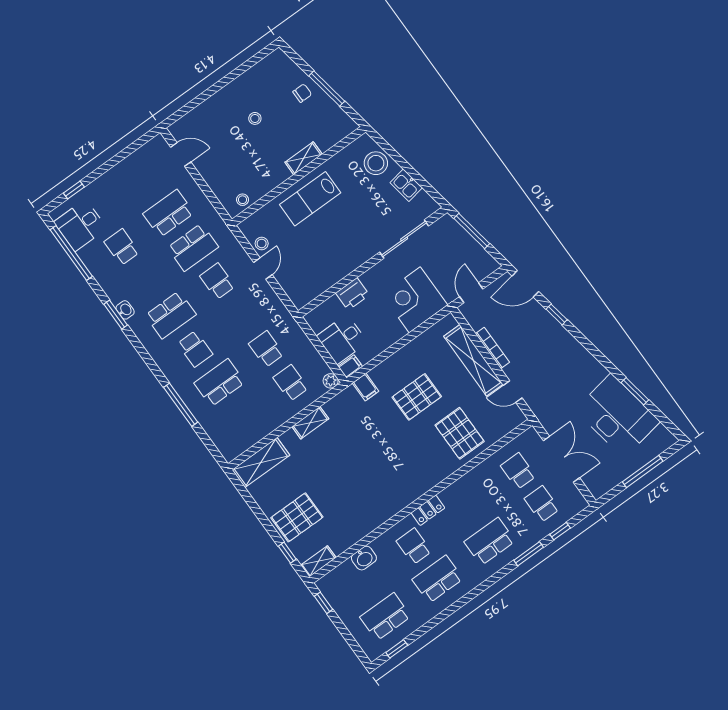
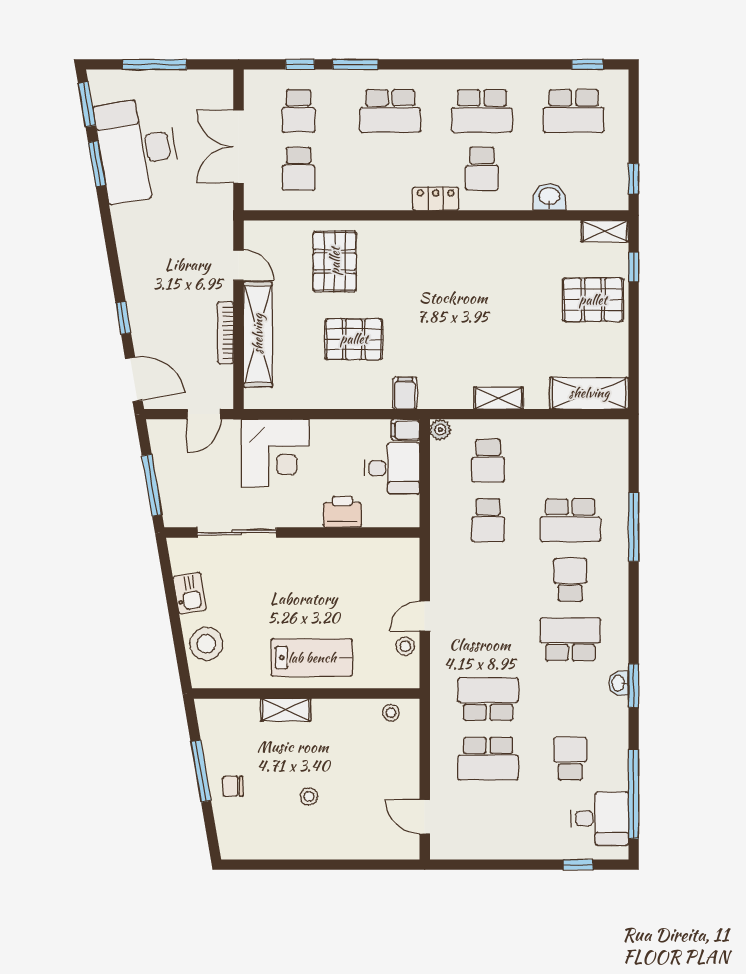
school desk: (122, 247) -> (570, 759), turned 180
school desk: (217, 281) -> (488, 639), removed
window: (665, 421) -> (87, 104), added

